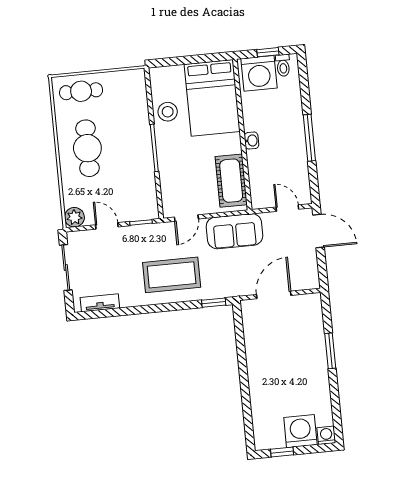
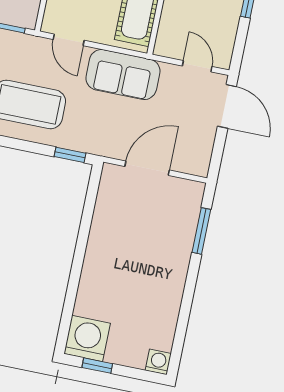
door: (186, 218) -> (69, 40), hinge flipped
window: (330, 351) -> (201, 231), moved
washing machine: (300, 431) -> (87, 338), moved

